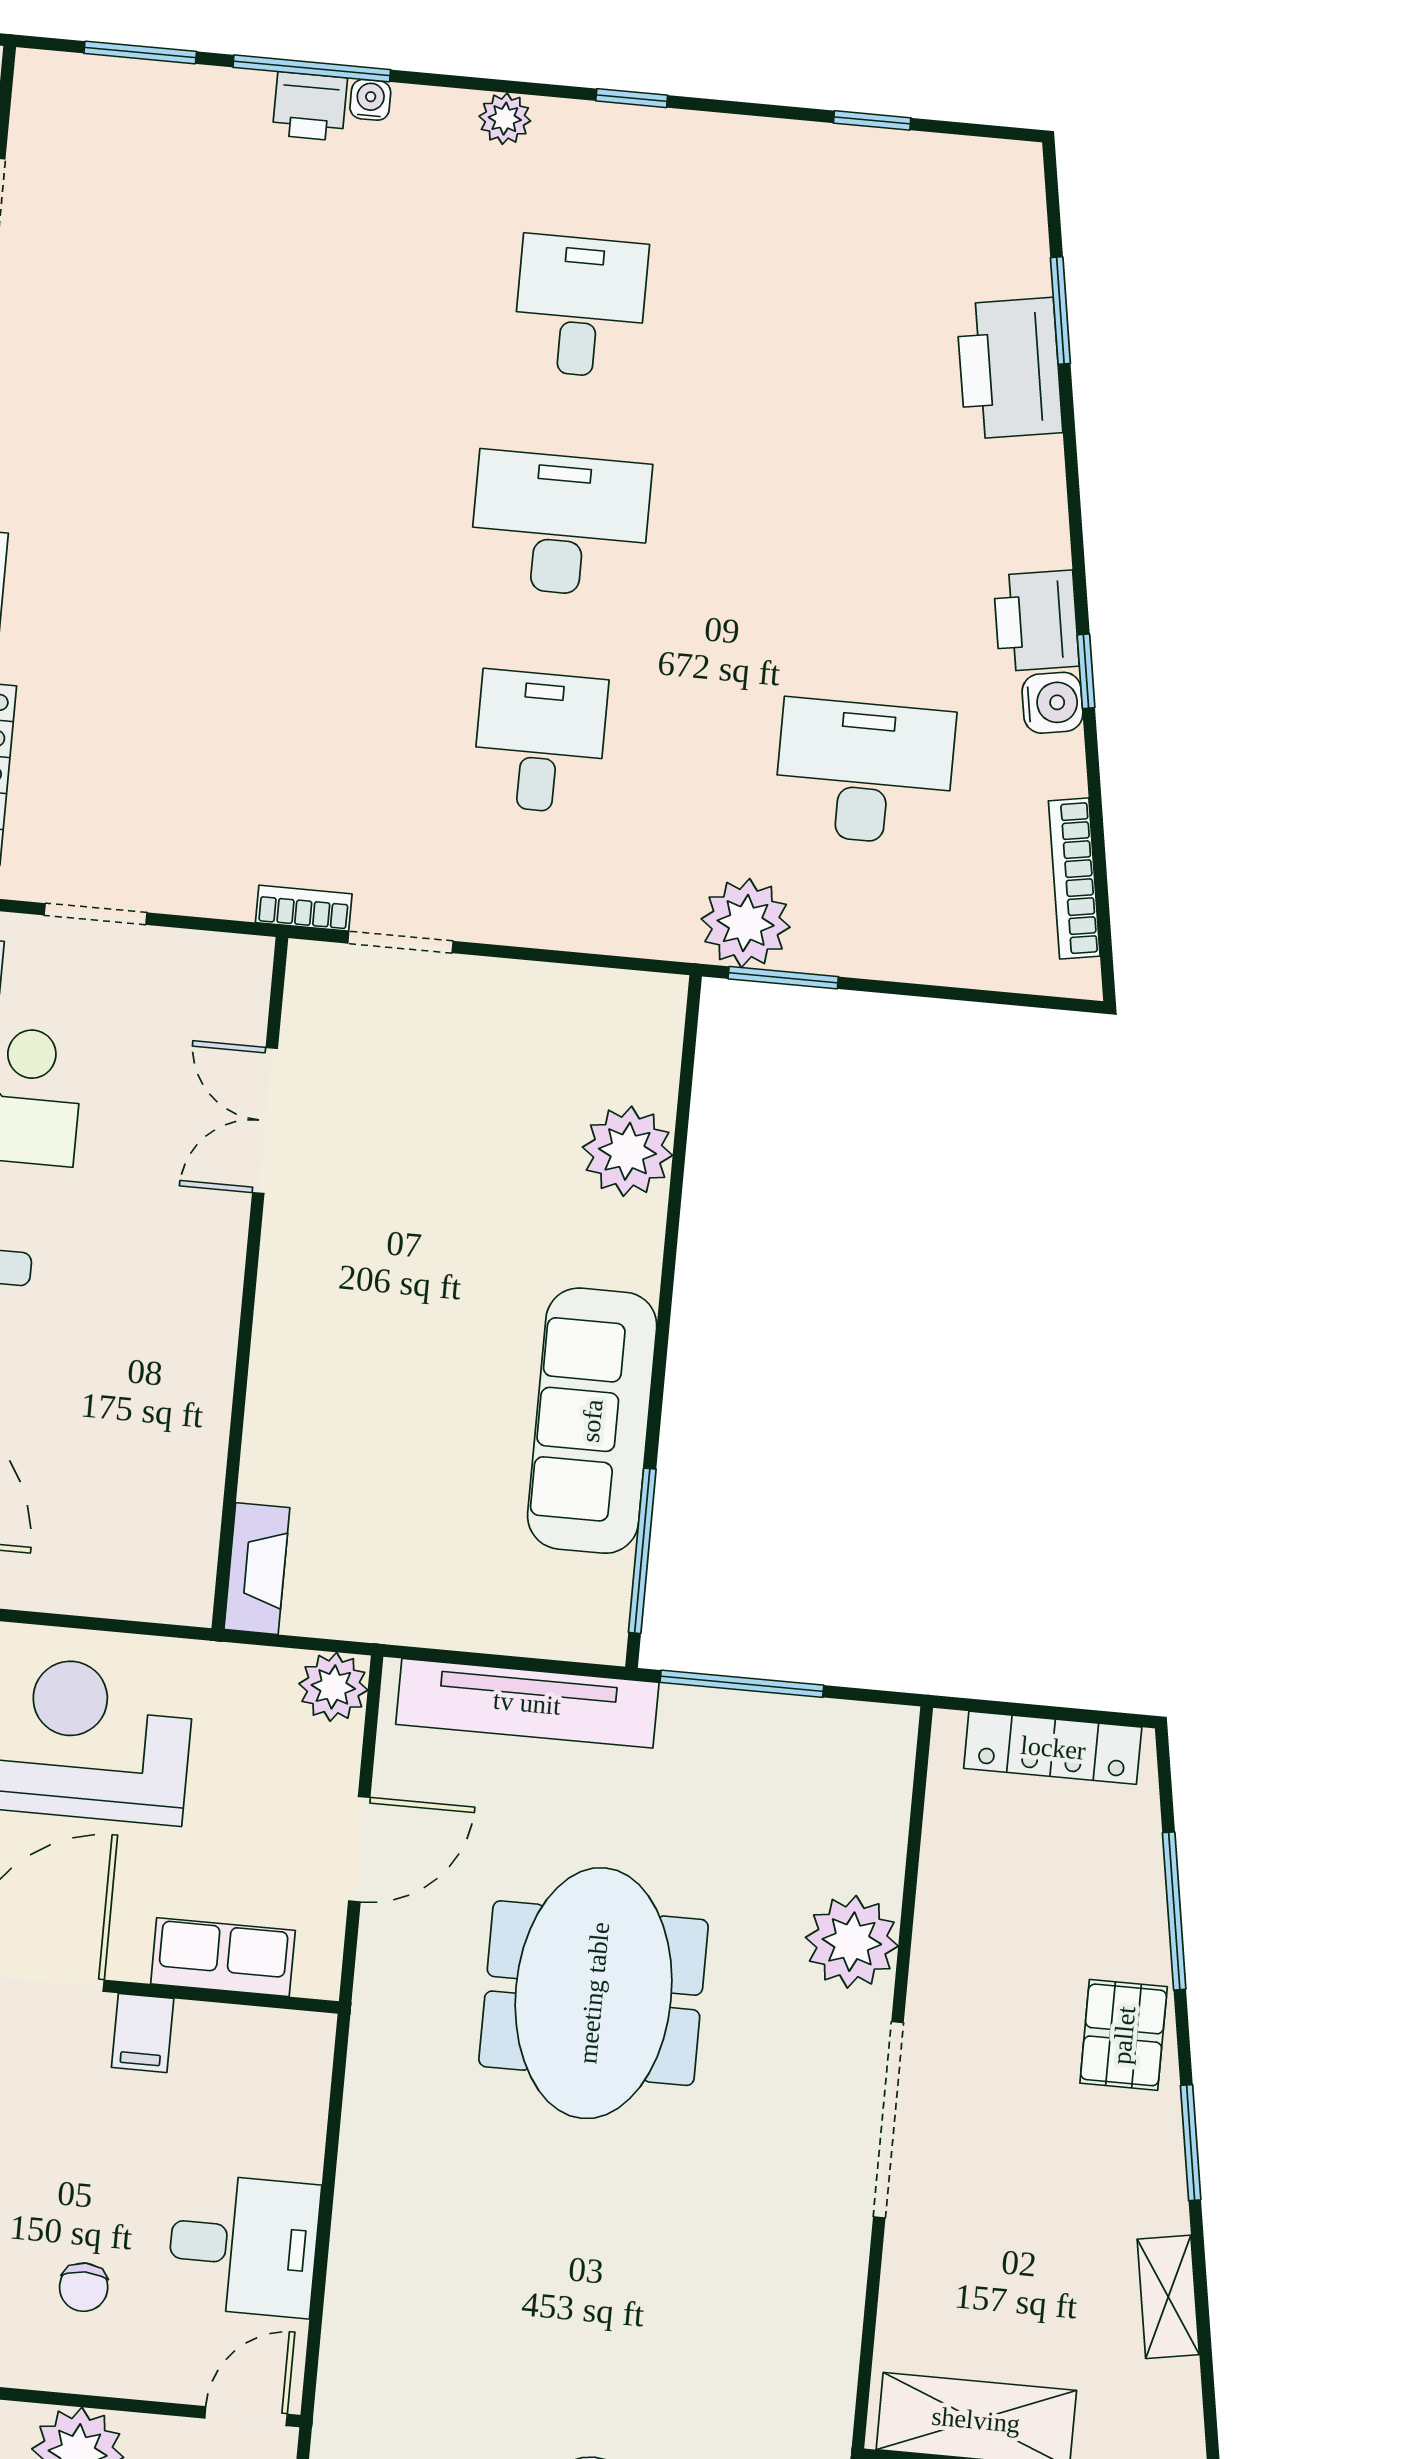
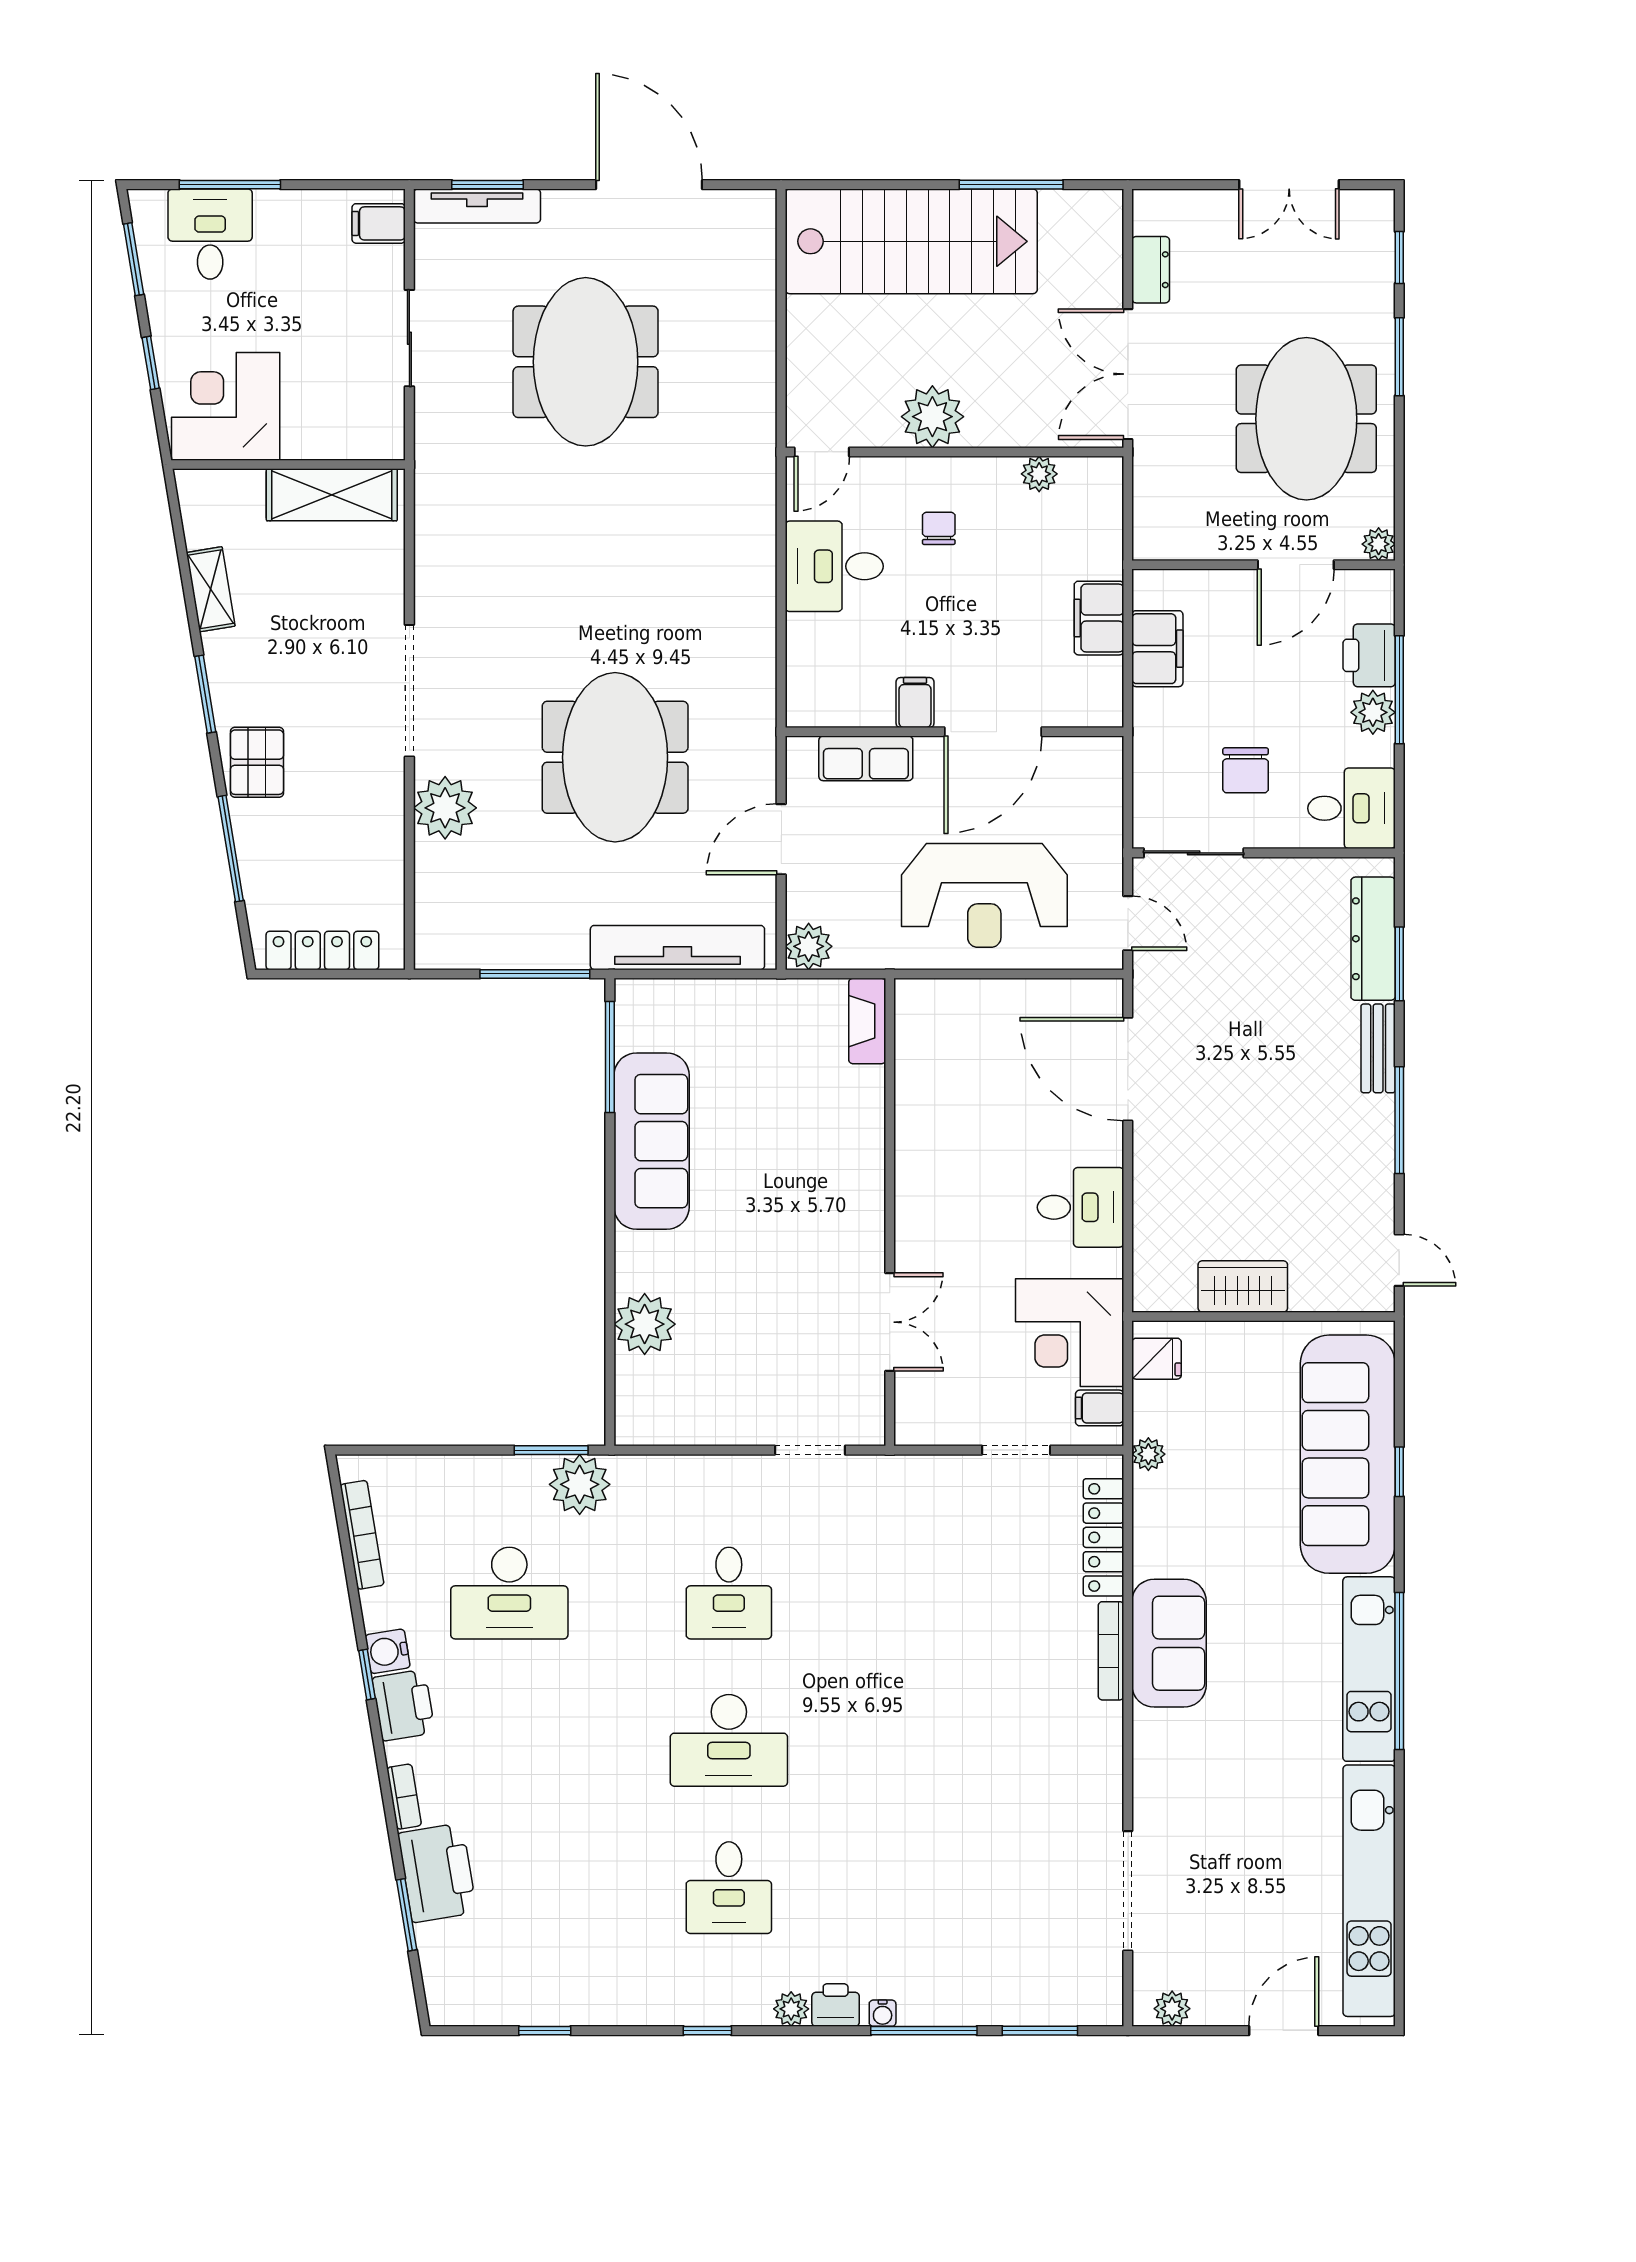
printer: (310, 106) -> (836, 2005), moved
bookcase: (304, 908) -> (404, 1797), moved, turned -99

